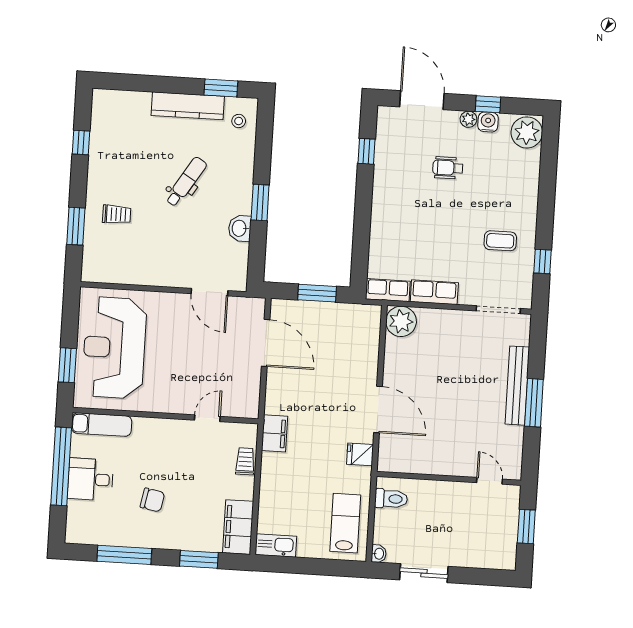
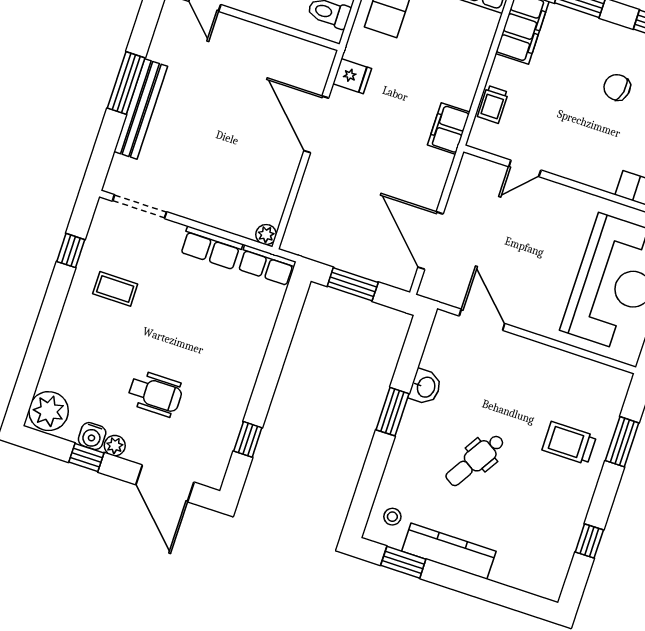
wheelchair: (448, 168) -> (155, 394), width x1.36, depth x1.37
trolley: (117, 214) -> (569, 443), width x1.36, depth x1.39
plant: (401, 321) -> (266, 235), width x0.53, depth x0.53

